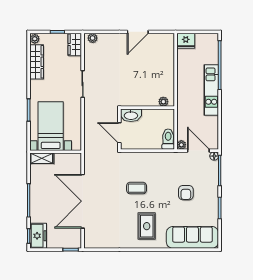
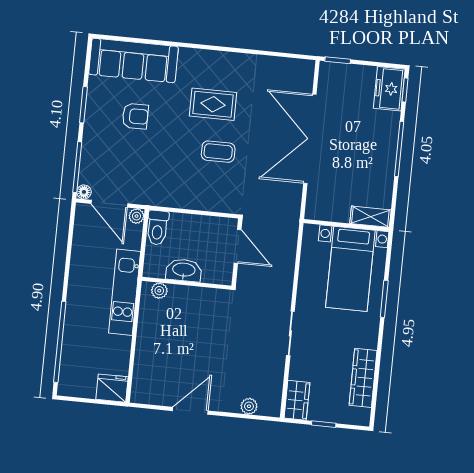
plant: (93, 38) -> (249, 406), moved
plant: (35, 39) -> (362, 416), removed
kitchen unit: (211, 90) -> (125, 292), moved, turned 180
washbasin: (131, 115) -> (184, 270), moved
armchair: (186, 193) -> (135, 116), moved, turned 90
double door: (83, 201) -> (310, 139), swing flipped
rug: (147, 226) -> (213, 104), moved, turned 90

